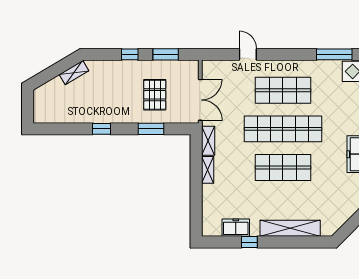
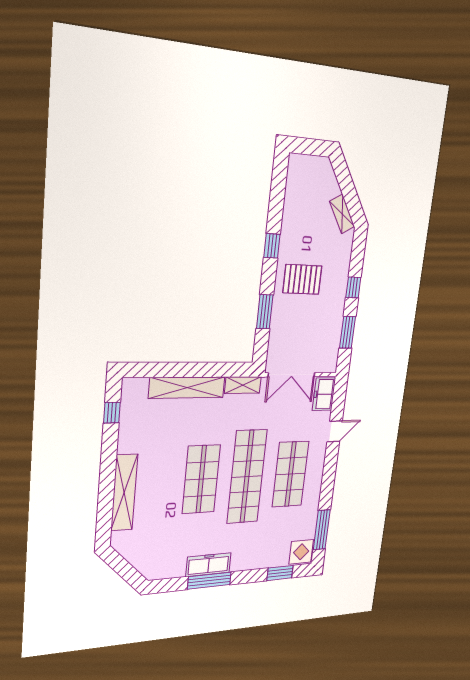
pallet: (155, 95) -> (302, 279), moved
shelving: (208, 170) -> (187, 388), width x2.20, depth x1.33
freezer: (236, 228) -> (324, 394), moved, turned 180
window: (249, 242) -> (112, 413), moved

